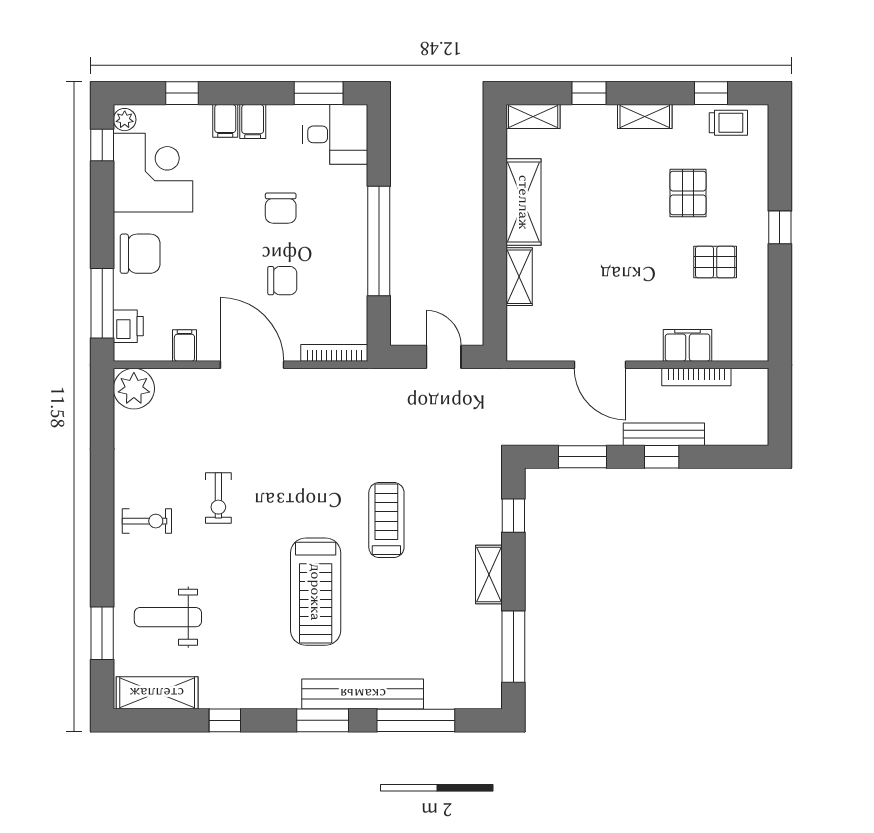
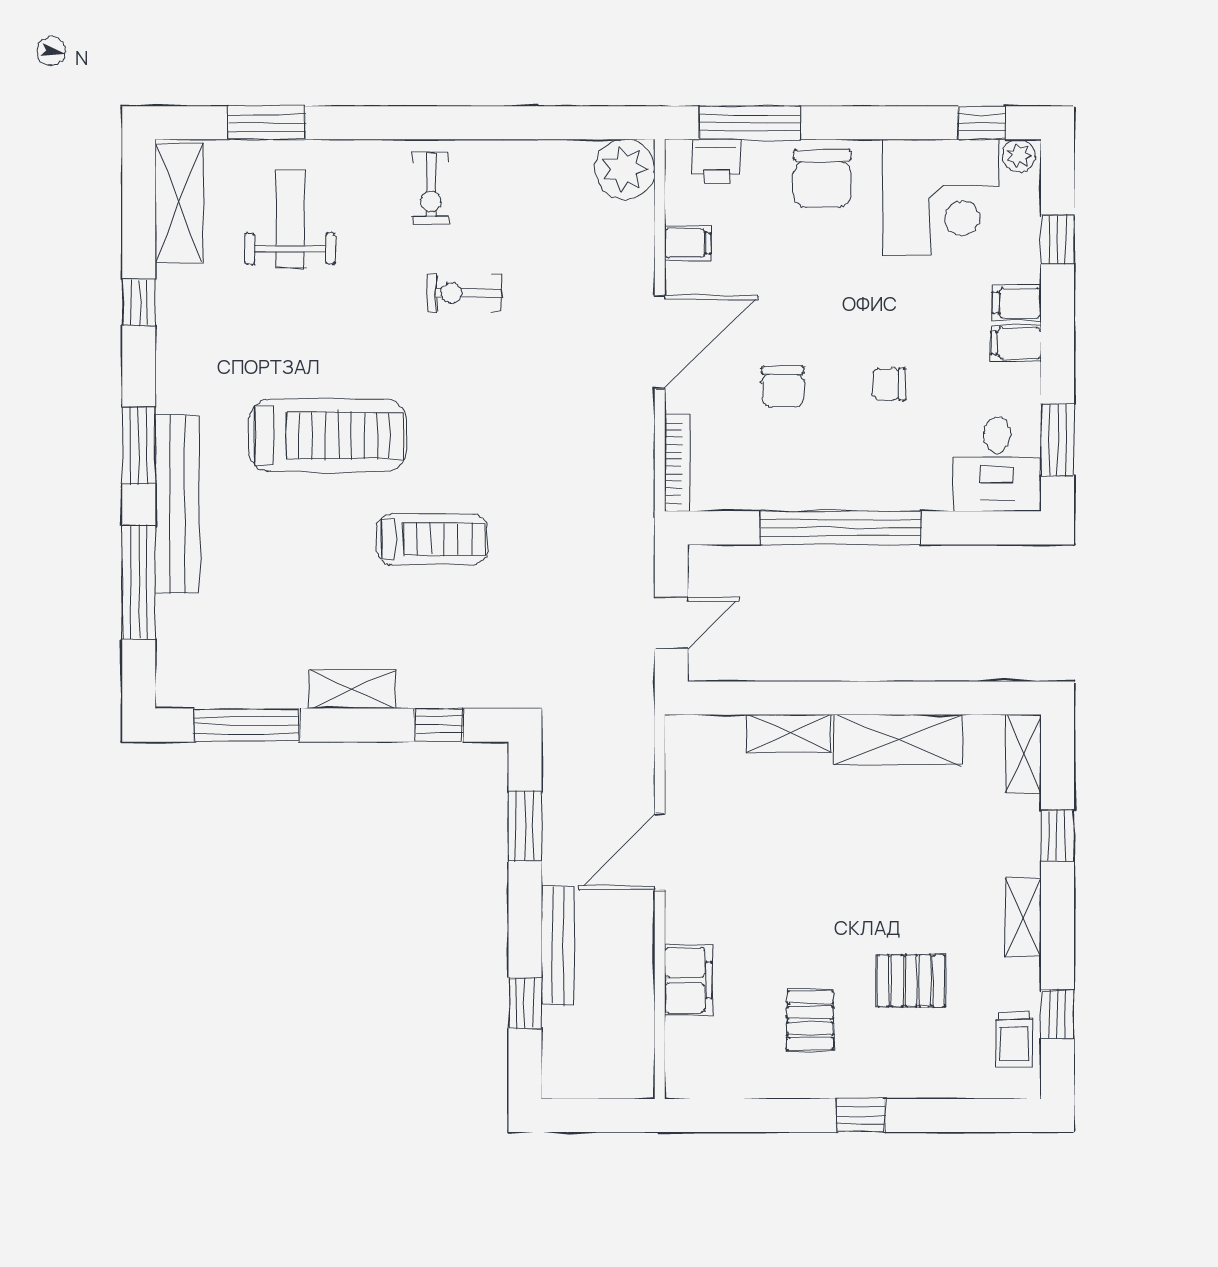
chair: (281, 208) -> (889, 384), width x0.73, depth x0.73
bookcase: (696, 377) -> (642, 993), removed
window: (662, 457) -> (525, 1003), moved
treadmill: (316, 592) -> (327, 435), turned 180

